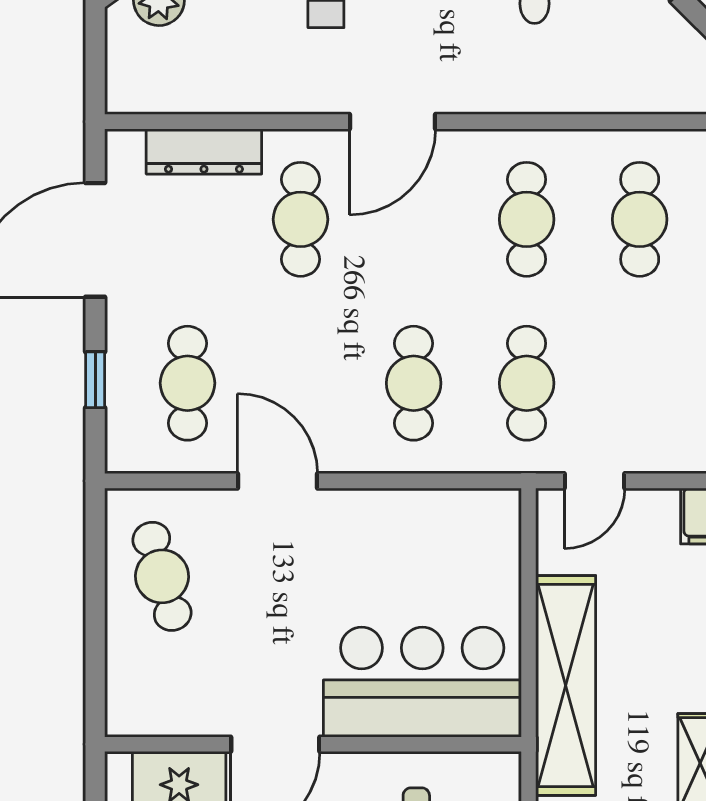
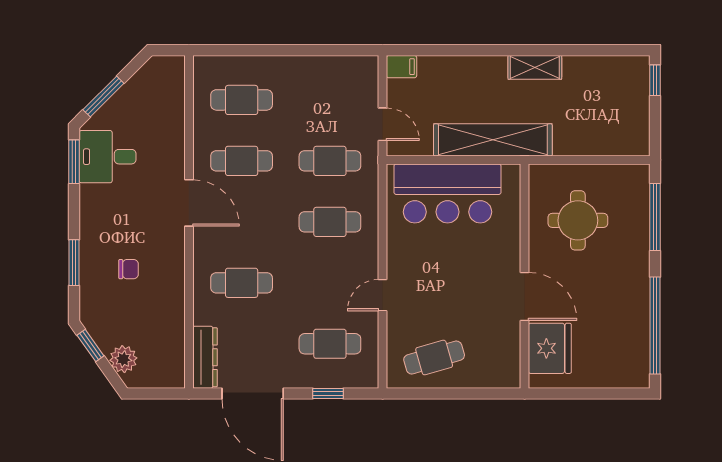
door: (393, 122) -> (189, 203), moved
dresser: (204, 151) -> (205, 357), moved
door: (278, 481) -> (383, 295), width x0.73
bar counter: (422, 682) -> (448, 193), moved, turned -90

